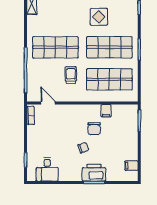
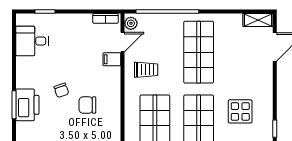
trolley: (71, 75) -> (146, 70), moved
plant: (34, 97) -> (131, 23), added
filing cabinet: (106, 111) -> (112, 59), moved

